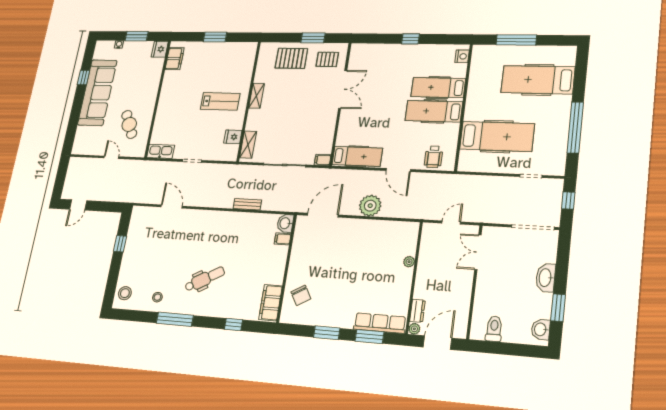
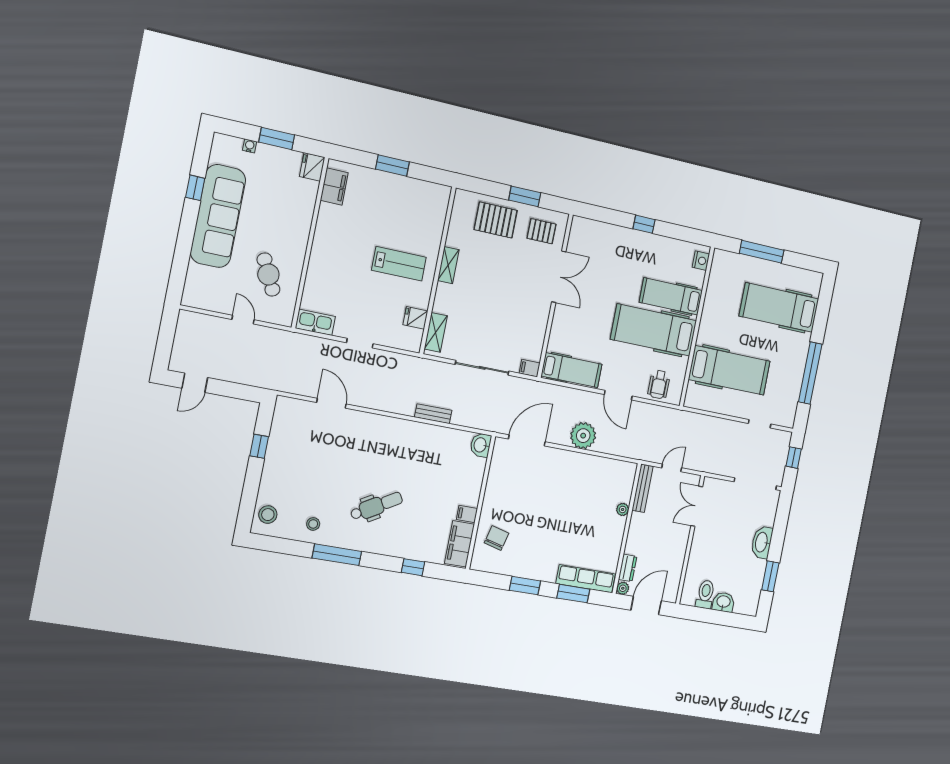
hospital bed: (434, 111) -> (654, 330), width x1.37, depth x1.29
filing cabinet: (283, 239) -> (467, 514), moved
bench: (426, 242) -> (643, 488), added
chair: (301, 295) -> (497, 538), turned -135
washbasin: (541, 329) -> (723, 602), moved, turned 90

